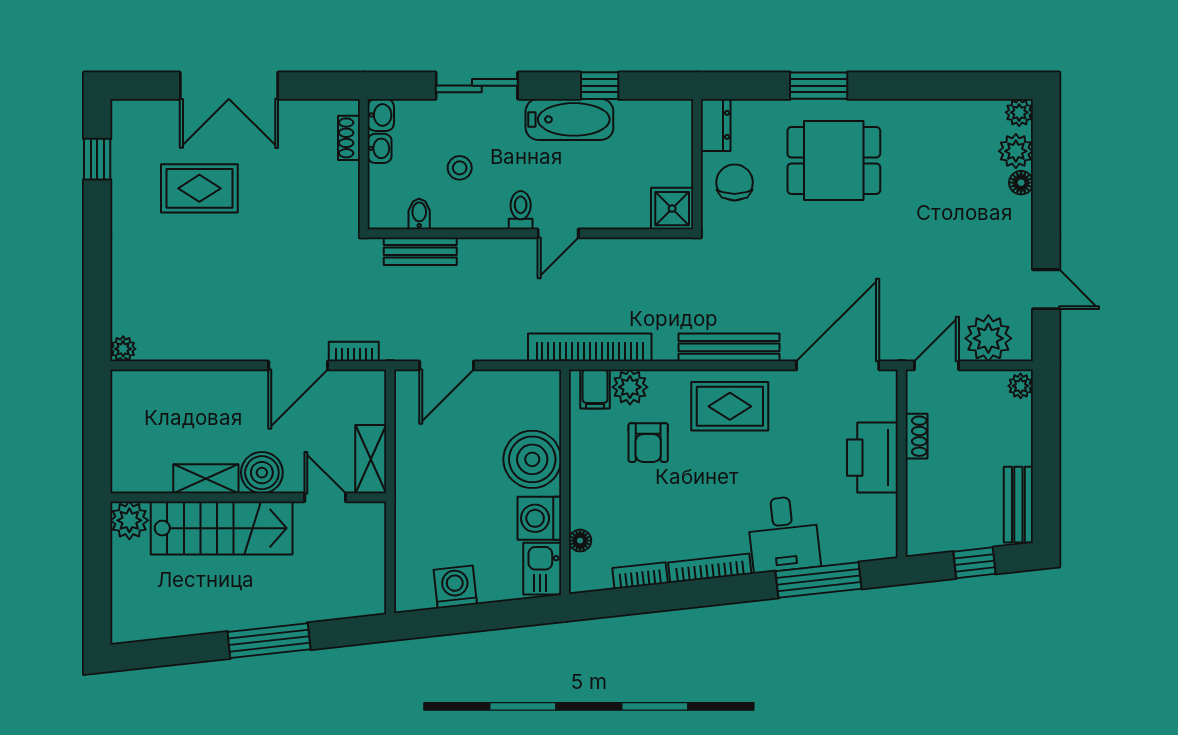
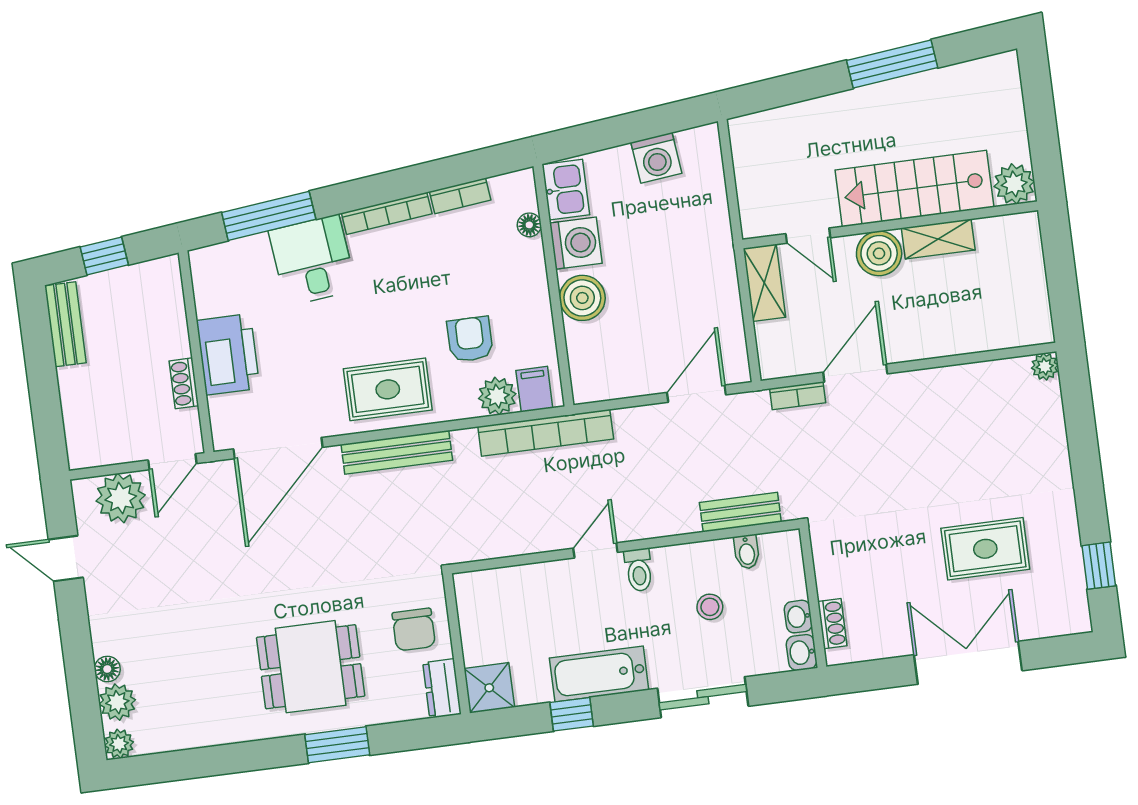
shower: (672, 209) -> (489, 688), moved
plant: (1021, 386) -> (80, 452), removed
boiler: (532, 459) -> (582, 298), width x0.73, depth x0.73
window: (269, 641) -> (892, 64), moved

